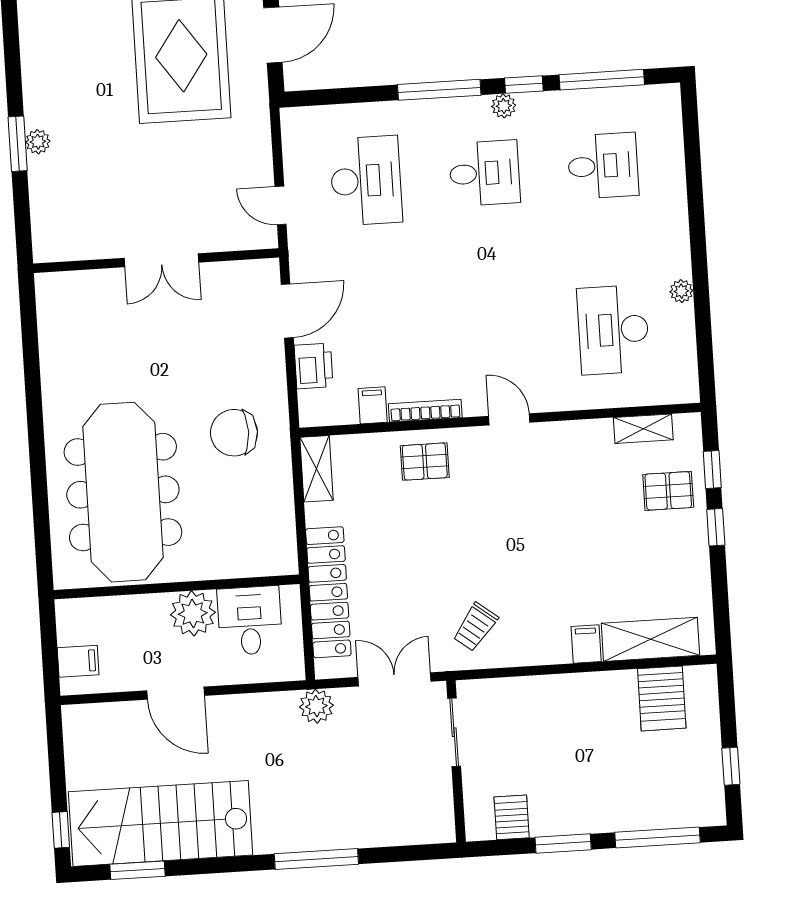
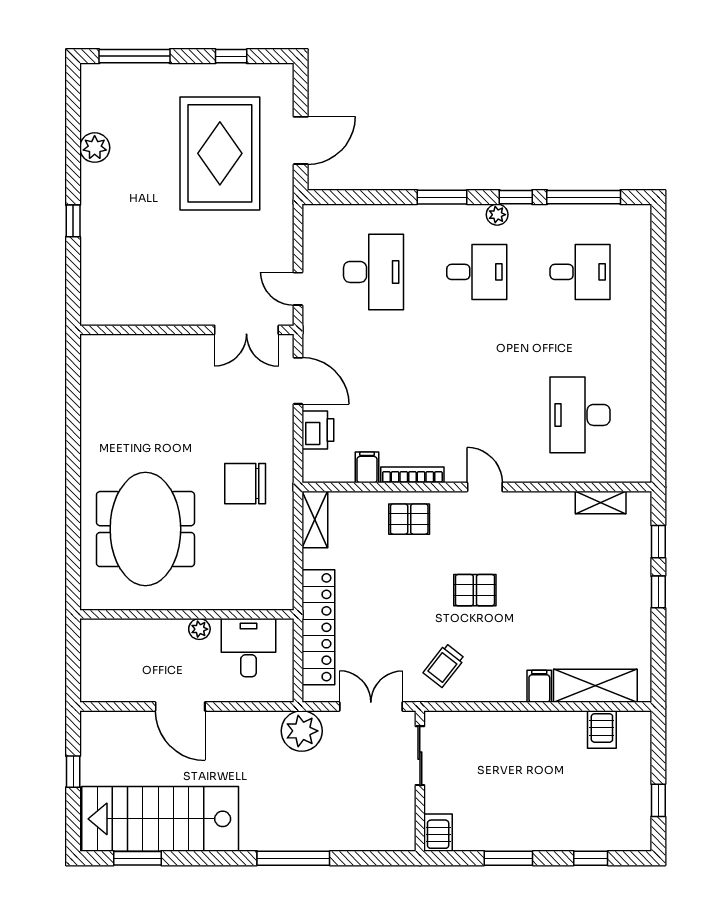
window: (439, 90) -> (442, 197), width x0.69
plant: (38, 142) -> (95, 148), moved, width x1.38, depth x1.38
window: (18, 144) -> (73, 221), width x0.67
double door: (161, 260) -> (246, 330), moved
plant: (681, 291) -> (641, 385), removed
door: (287, 311) -> (298, 381), hinge flipped
pallet: (668, 491) -> (475, 590), moved
meeting table: (123, 492) -> (145, 529), width x0.73
plant: (193, 613) -> (199, 629), width x0.53, depth x0.53
filing cabinet: (78, 661) -> (97, 674), removed
server rack: (662, 698) -> (602, 729), width x0.73, depth x0.70
plant: (316, 706) -> (302, 731), width x1.36, depth x1.36
server rack: (512, 817) -> (438, 833), moved
window: (61, 830) -> (73, 772), moved
window: (657, 838) -> (591, 858), width x0.46

